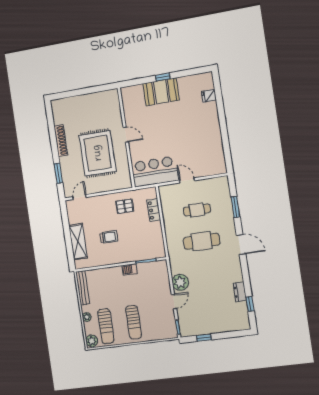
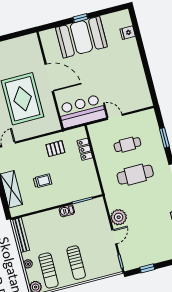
booth: (161, 92) -> (81, 37), width x1.36, depth x1.42
door: (126, 135) -> (49, 78), width x1.88

